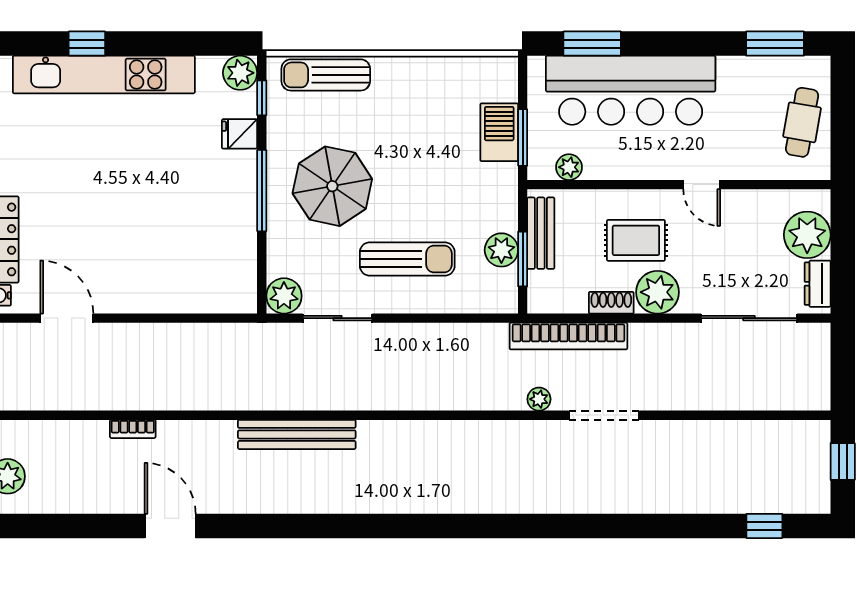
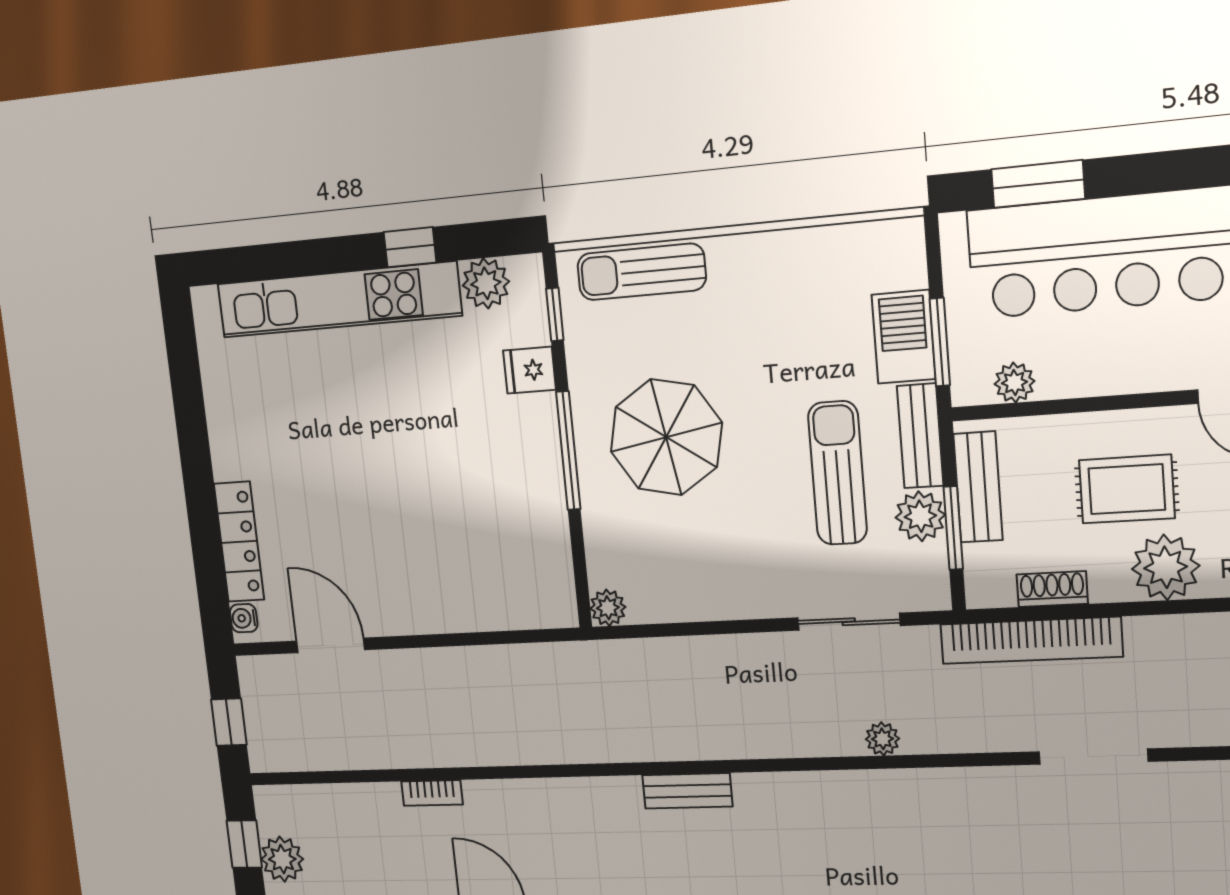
window: (87, 44) -> (410, 247), moved
plant: (240, 73) -> (486, 283), moved
bench: (505, 197) -> (920, 436), added
sun lounger: (407, 259) -> (838, 473), moved, turned -90
plant: (284, 296) -> (608, 608), width x0.73, depth x0.73
shoe rack: (611, 303) -> (1052, 589), moved
sliding door: (337, 318) -> (849, 622), moved
plant: (539, 399) -> (882, 739), moved
bench: (297, 434) -> (687, 791), width x0.54, depth x0.82

